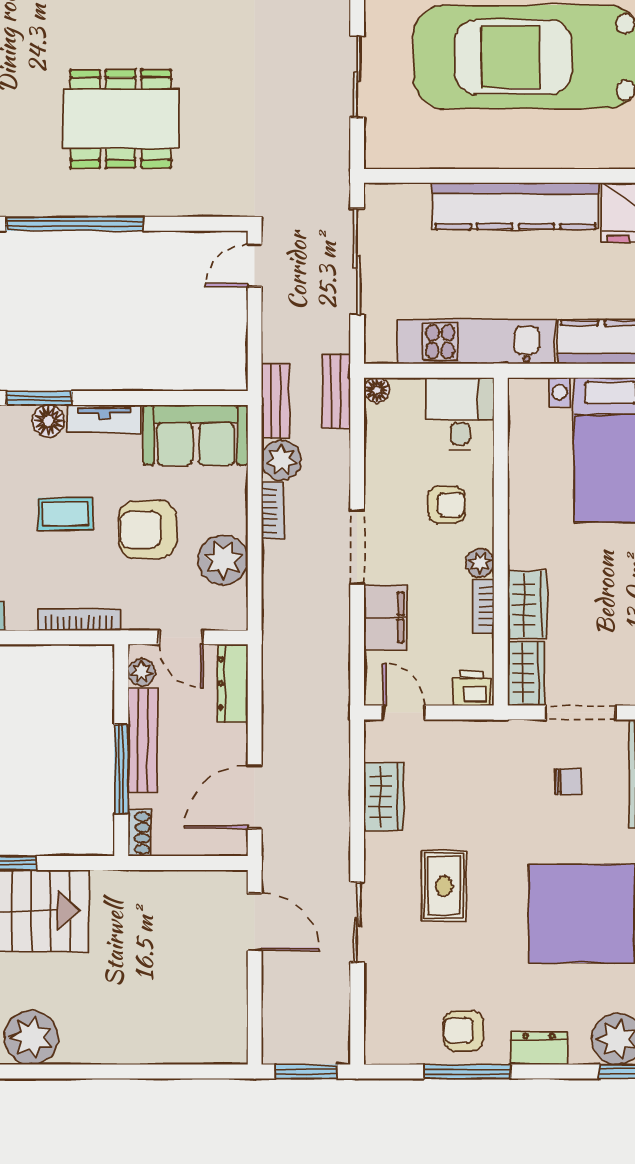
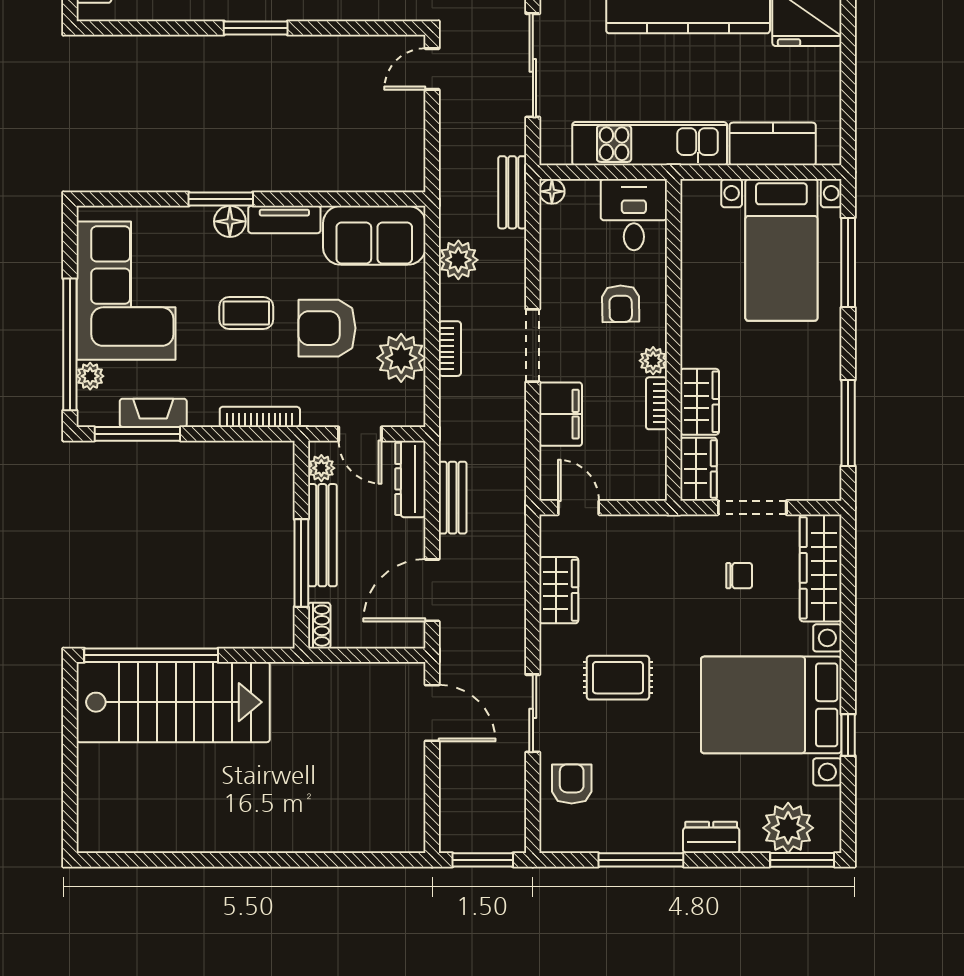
window: (75, 224) -> (256, 28), width x0.47
bench: (275, 401) -> (453, 498), moved
armchair: (447, 505) -> (621, 304), turned 89
bookcase: (273, 511) -> (450, 349), moved
printer: (472, 689) -> (645, 484), removed
rug: (444, 886) -> (618, 678), turned 90
armchair: (463, 1031) -> (572, 784), moved, turned 90
plant: (31, 1037) -> (213, 826), removed

